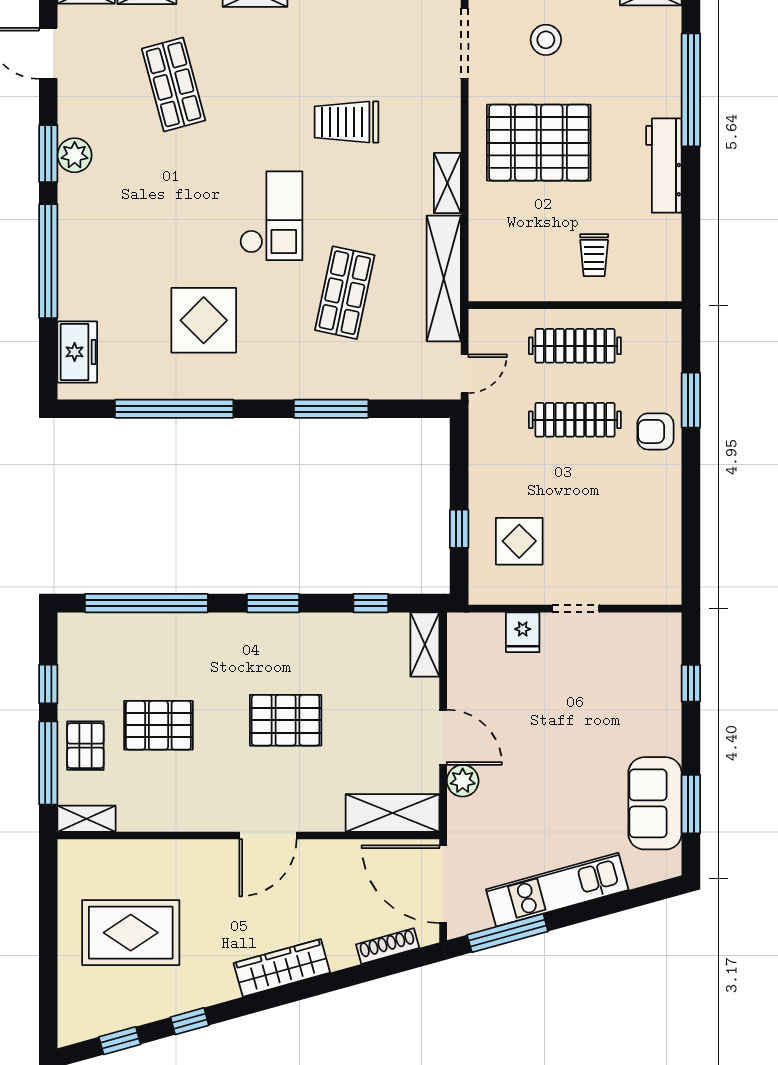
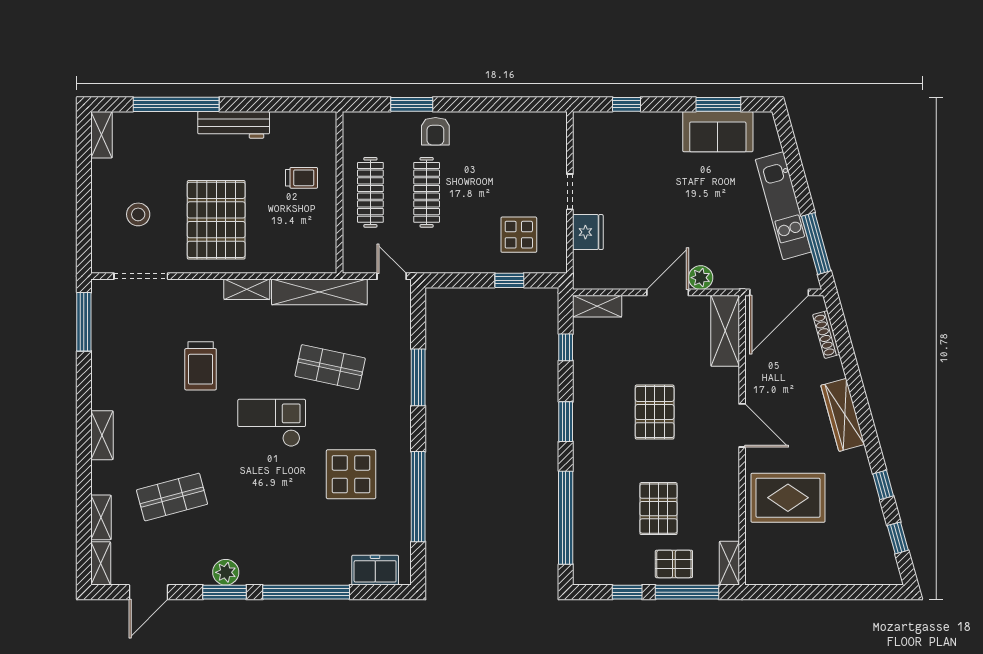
fridge: (523, 632) -> (588, 232), width x1.38
rug: (131, 933) -> (788, 498), moved, turned 90

